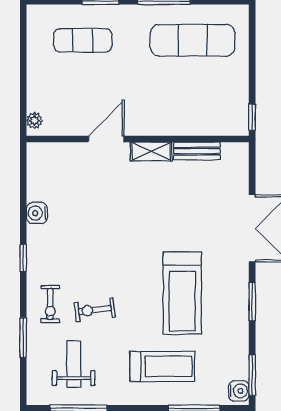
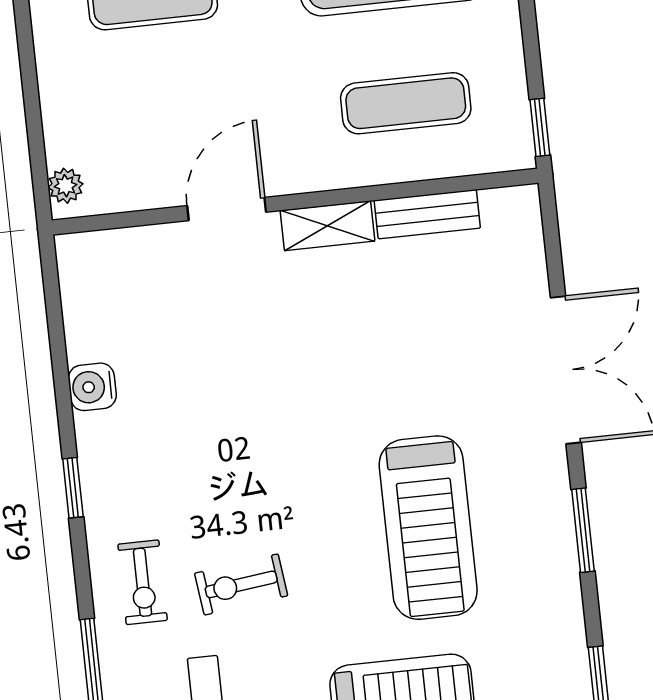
exercise mat: (193, 100) -> (406, 103), added

